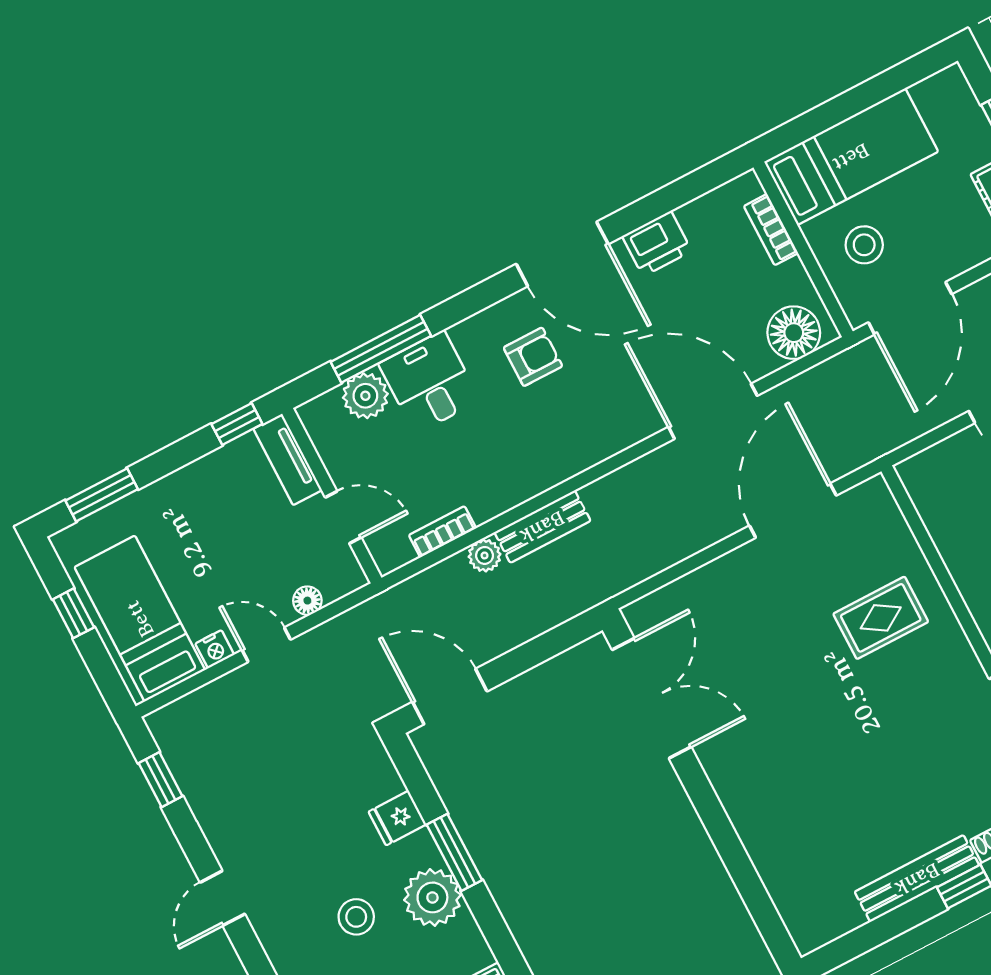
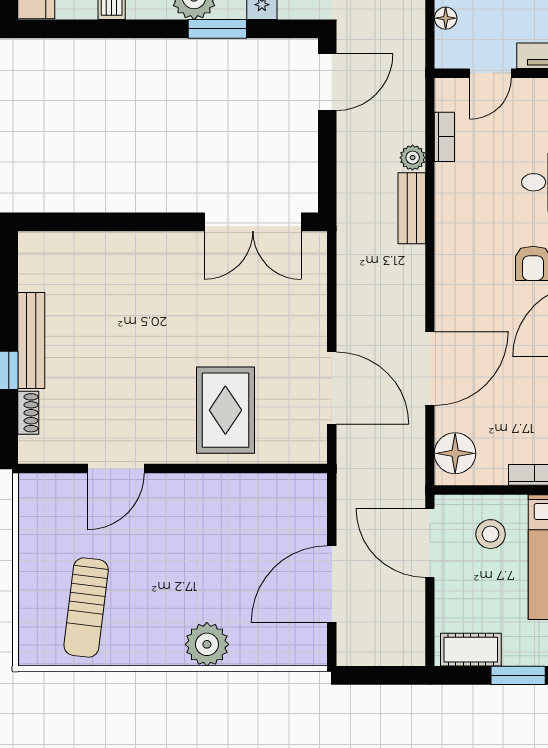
rug: (881, 618) -> (225, 410), width x1.36, depth x1.43

